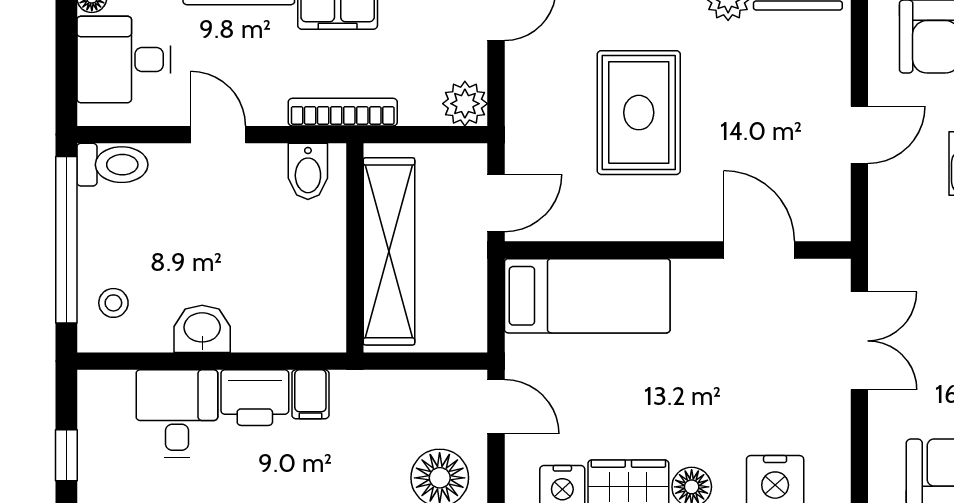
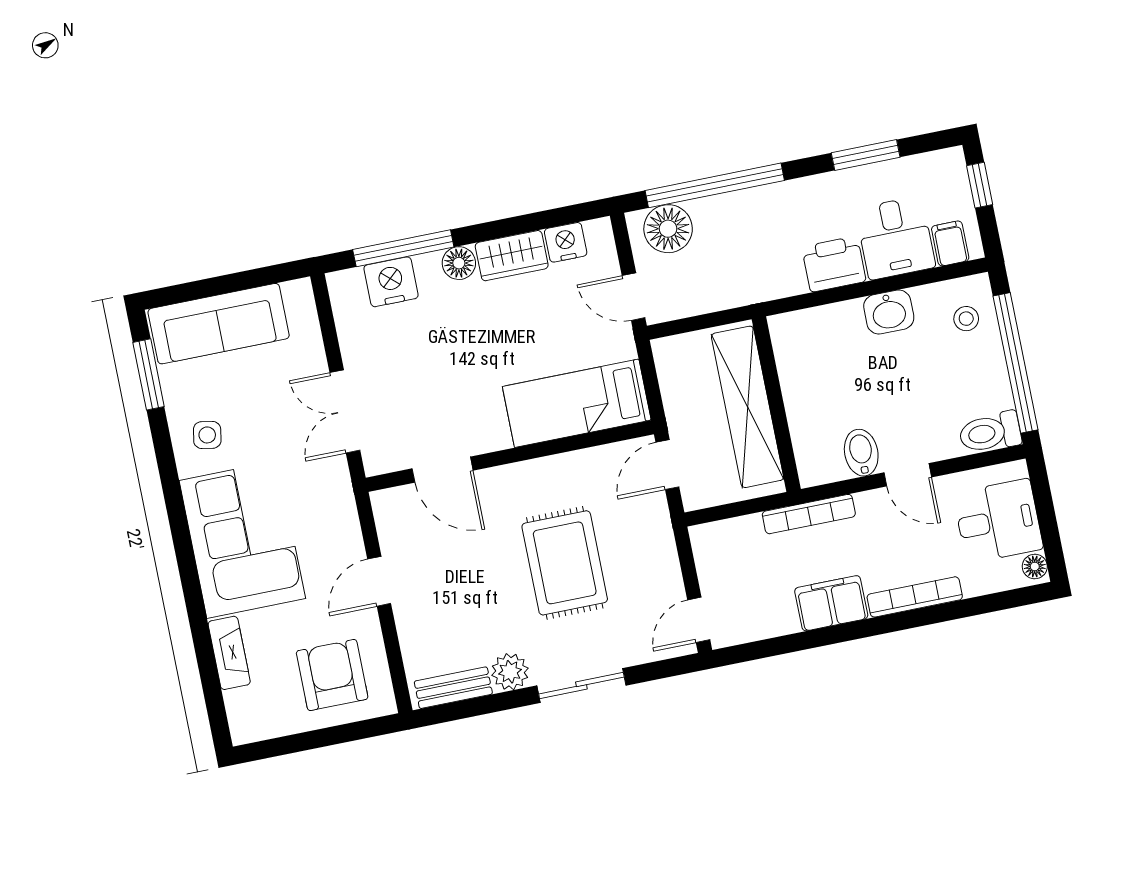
plant: (465, 104) -> (709, 541), removed
bidet: (308, 171) -> (861, 453), moved
filing cabinet: (310, 394) -> (950, 243), moved

